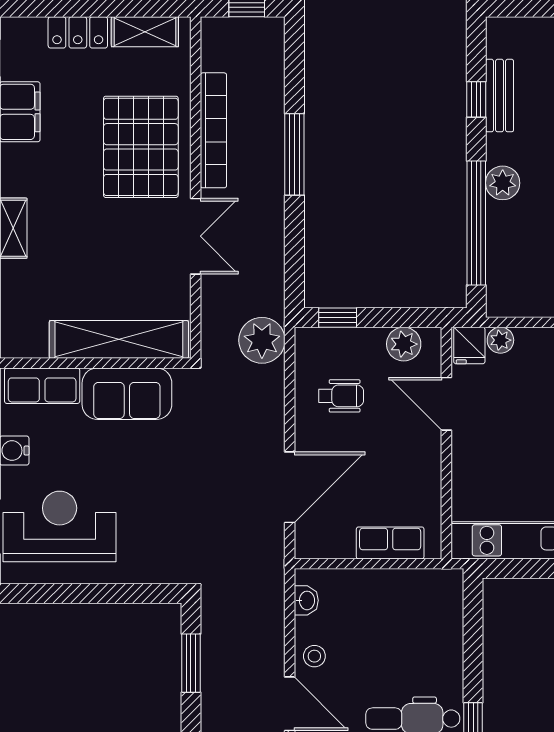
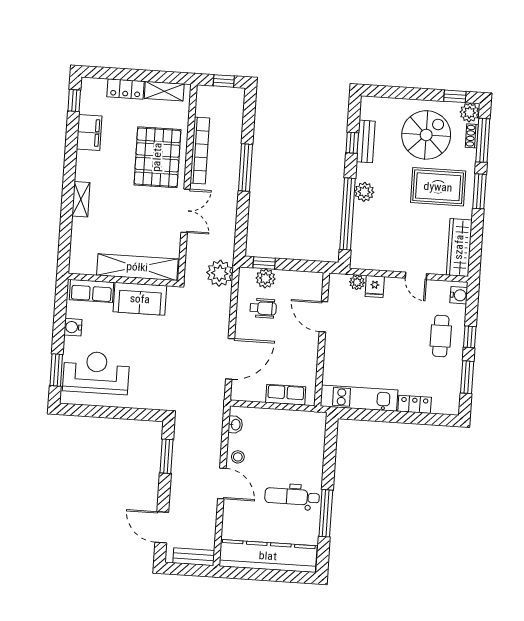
plant: (404, 344) -> (266, 278), moved
fridge: (469, 345) -> (375, 286), moved

